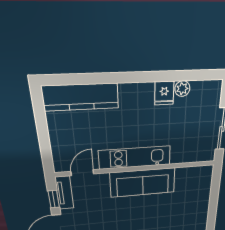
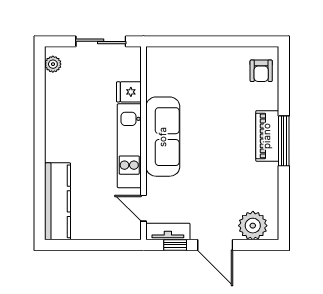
plant: (182, 89) -> (53, 64), moved
fridge: (164, 93) -> (129, 92), moved, turned 180

